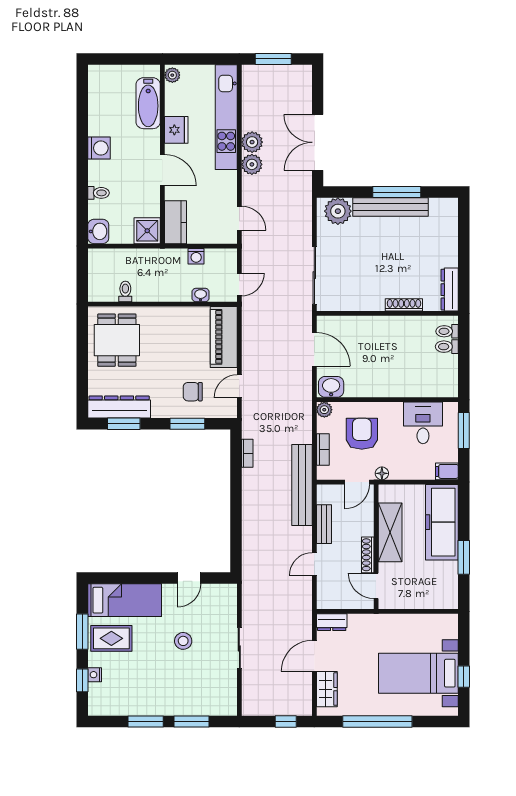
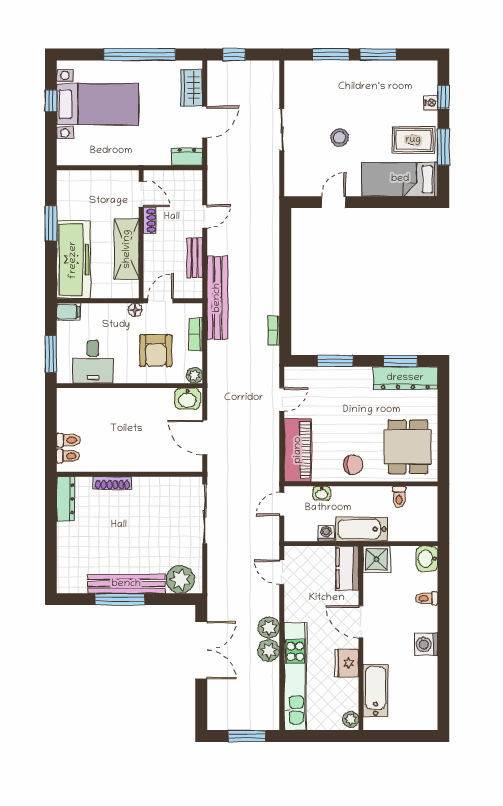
bathtub: (162, 260) -> (362, 529), added
chair: (193, 392) -> (353, 465), moved
shoe rack: (368, 555) -> (150, 220), width x0.70

